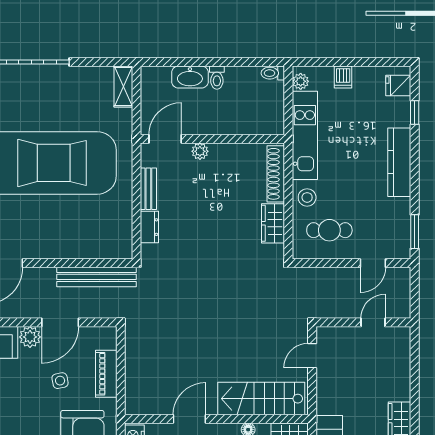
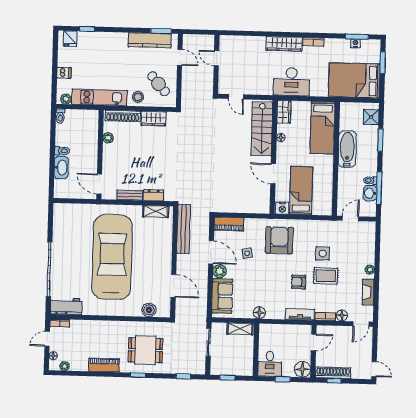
shelving: (123, 87) -> (156, 211), moved
plant: (200, 151) -> (108, 138), moved
kitchen counter: (399, 162) -> (150, 40), moved
cafe table: (329, 230) -> (159, 84), turned -41
piano: (106, 374) -> (229, 224), moved

